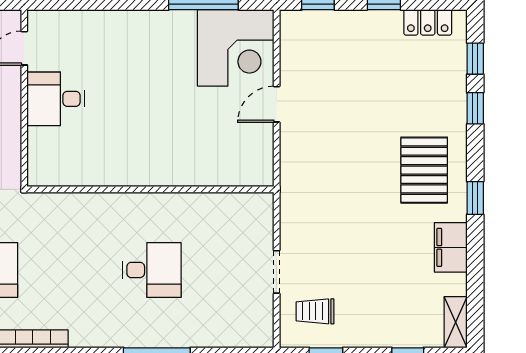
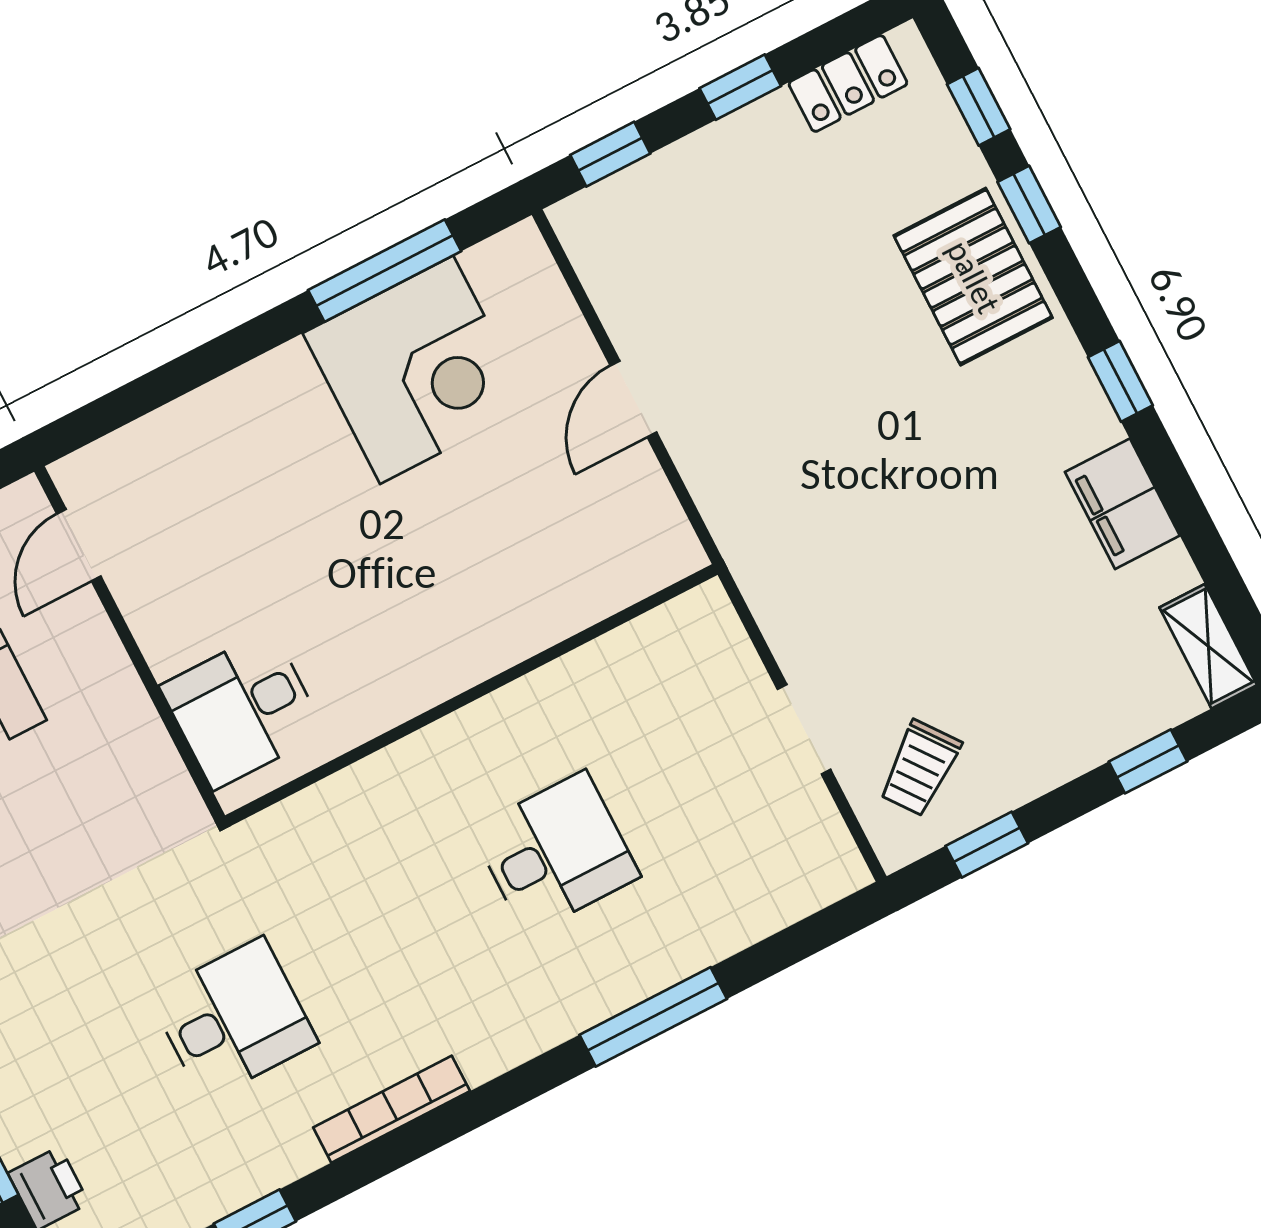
corner desk: (236, 48) -> (417, 370), moved
desk: (56, 99) -> (242, 709), moved
pallet: (424, 170) -> (973, 277), moved
trolley: (315, 311) -> (920, 768), turned -37

